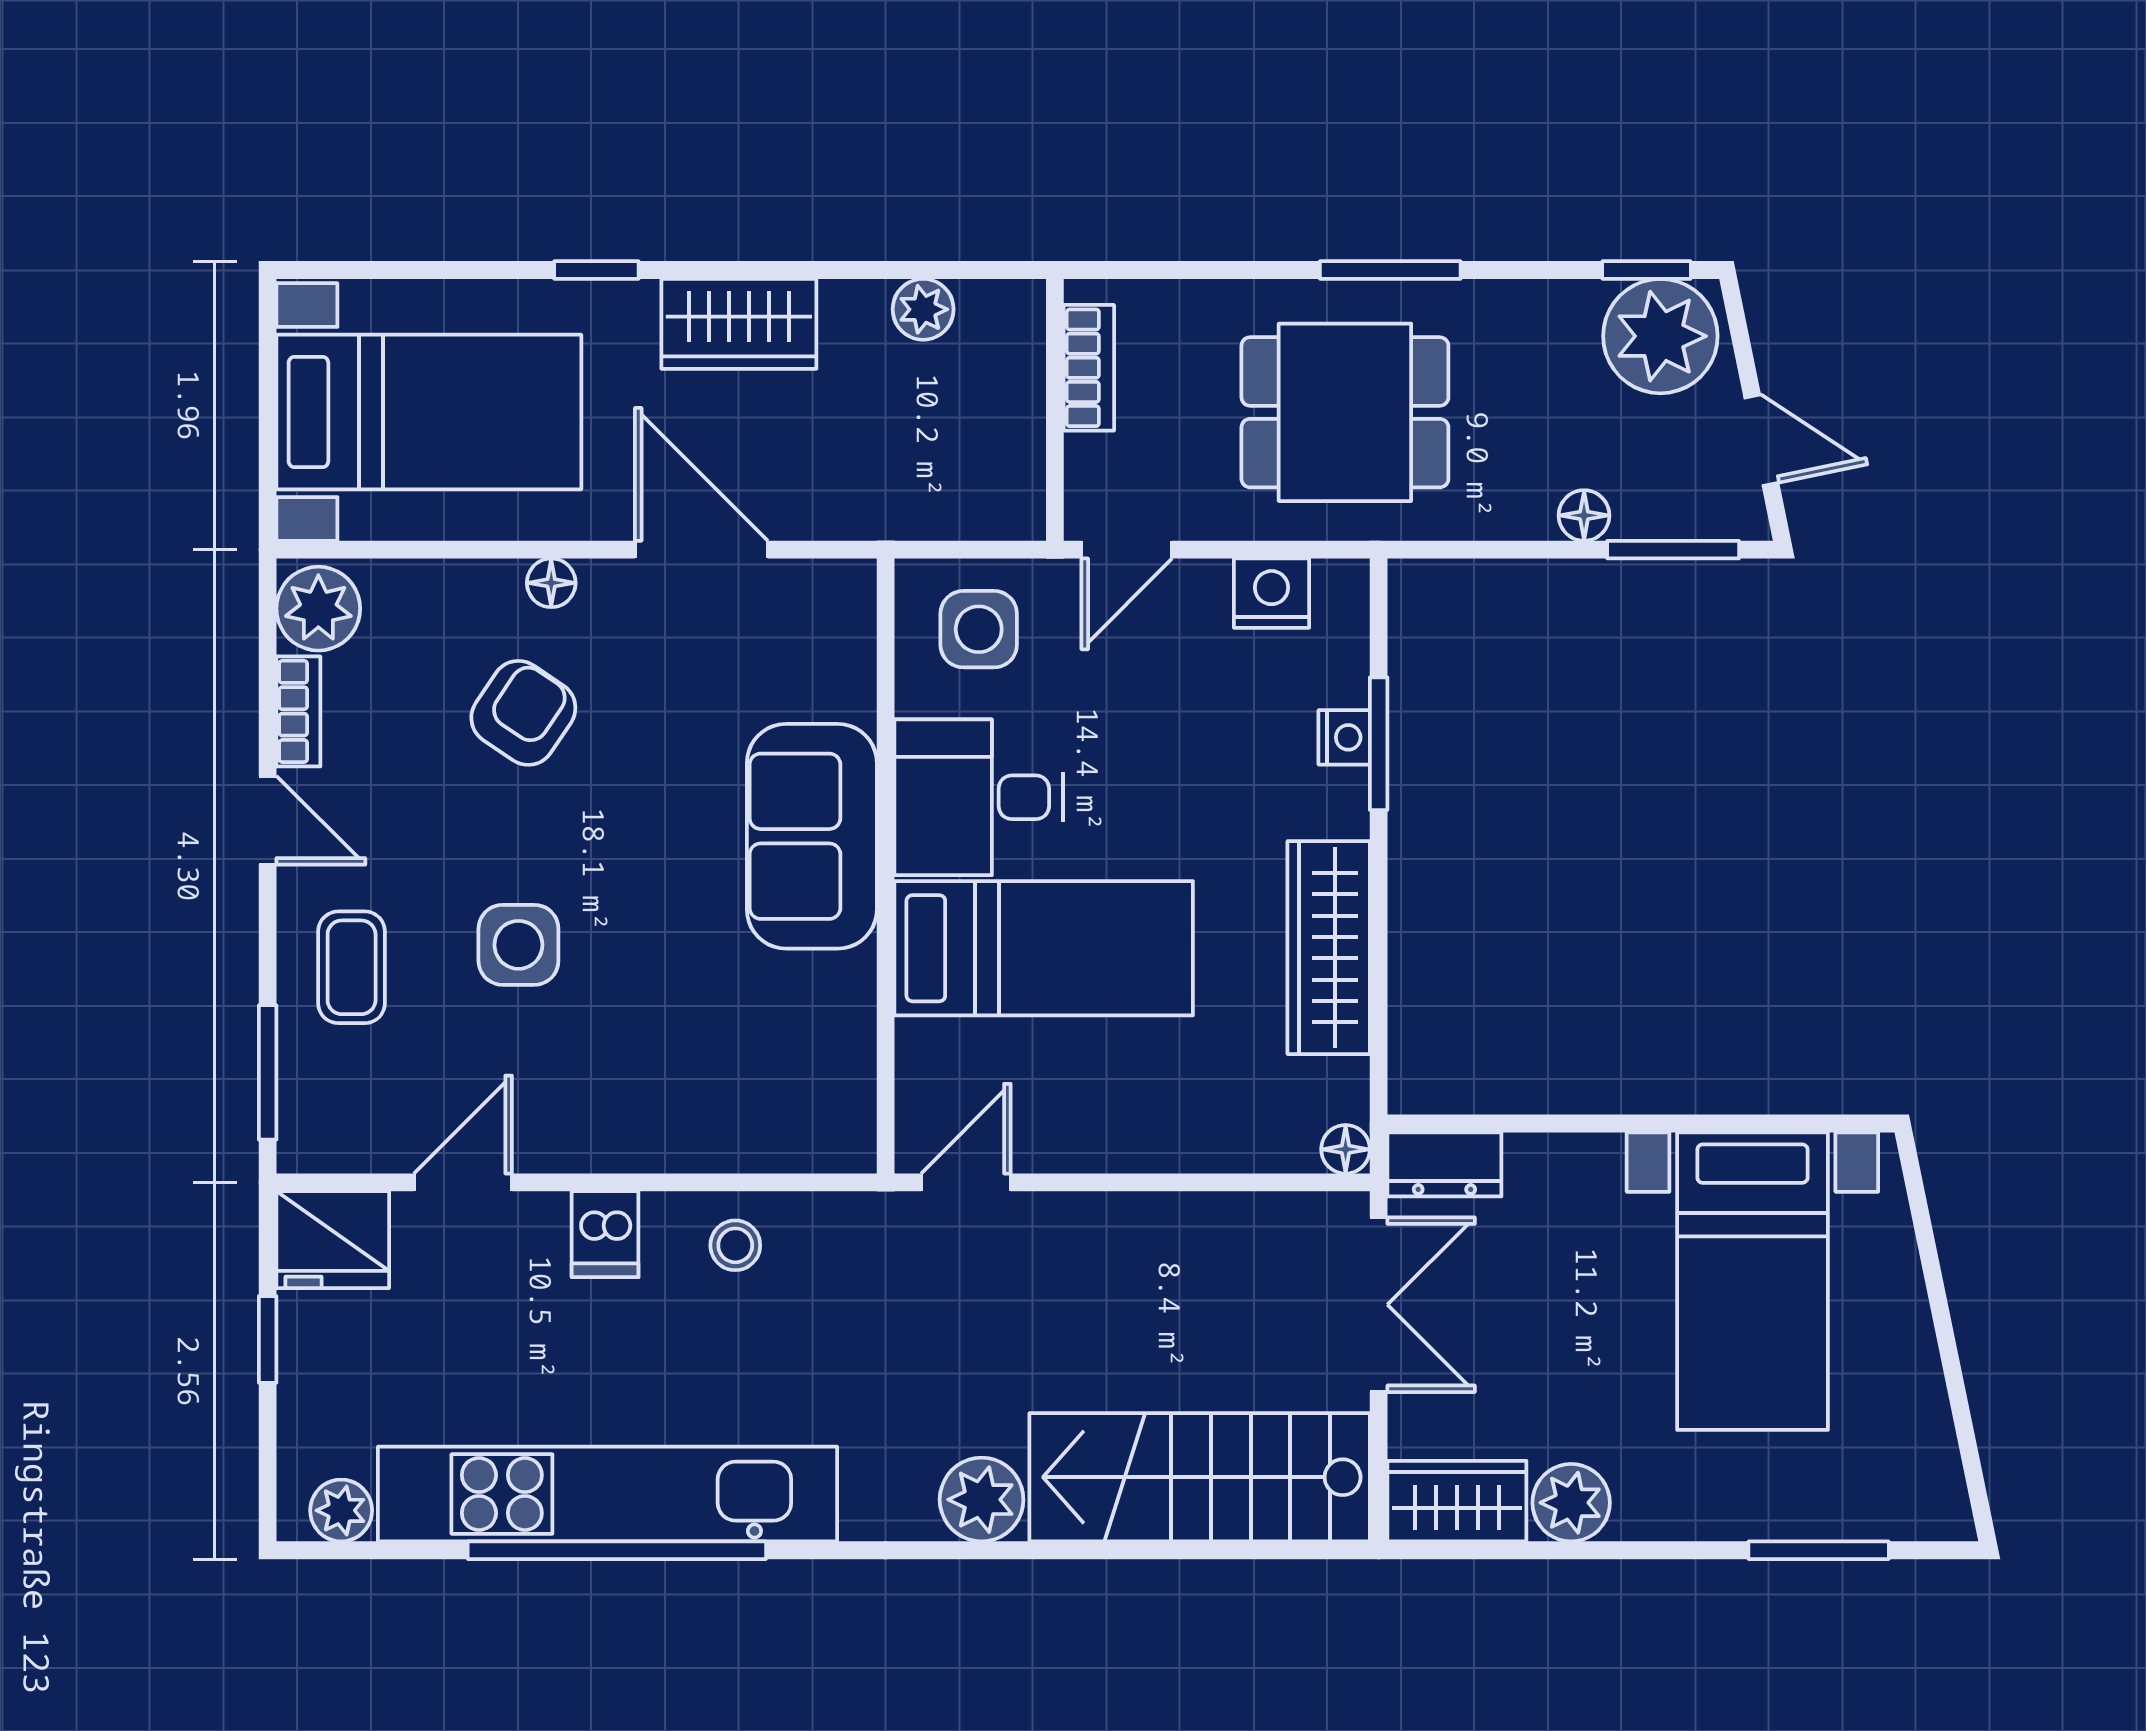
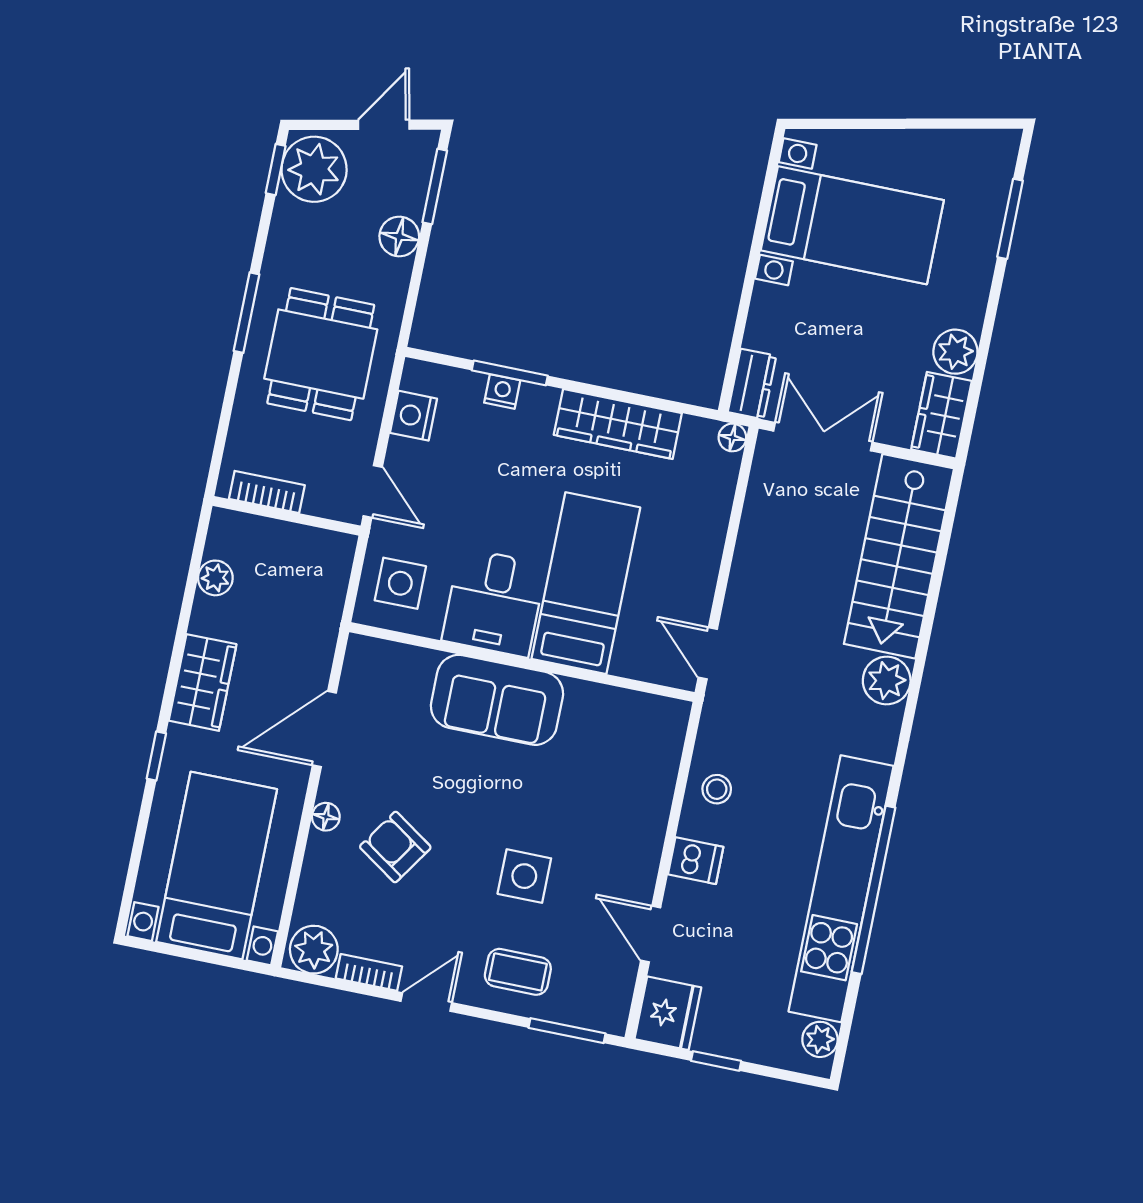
floor lamp: (1584, 515) -> (399, 236), width x1.37, depth x1.37

